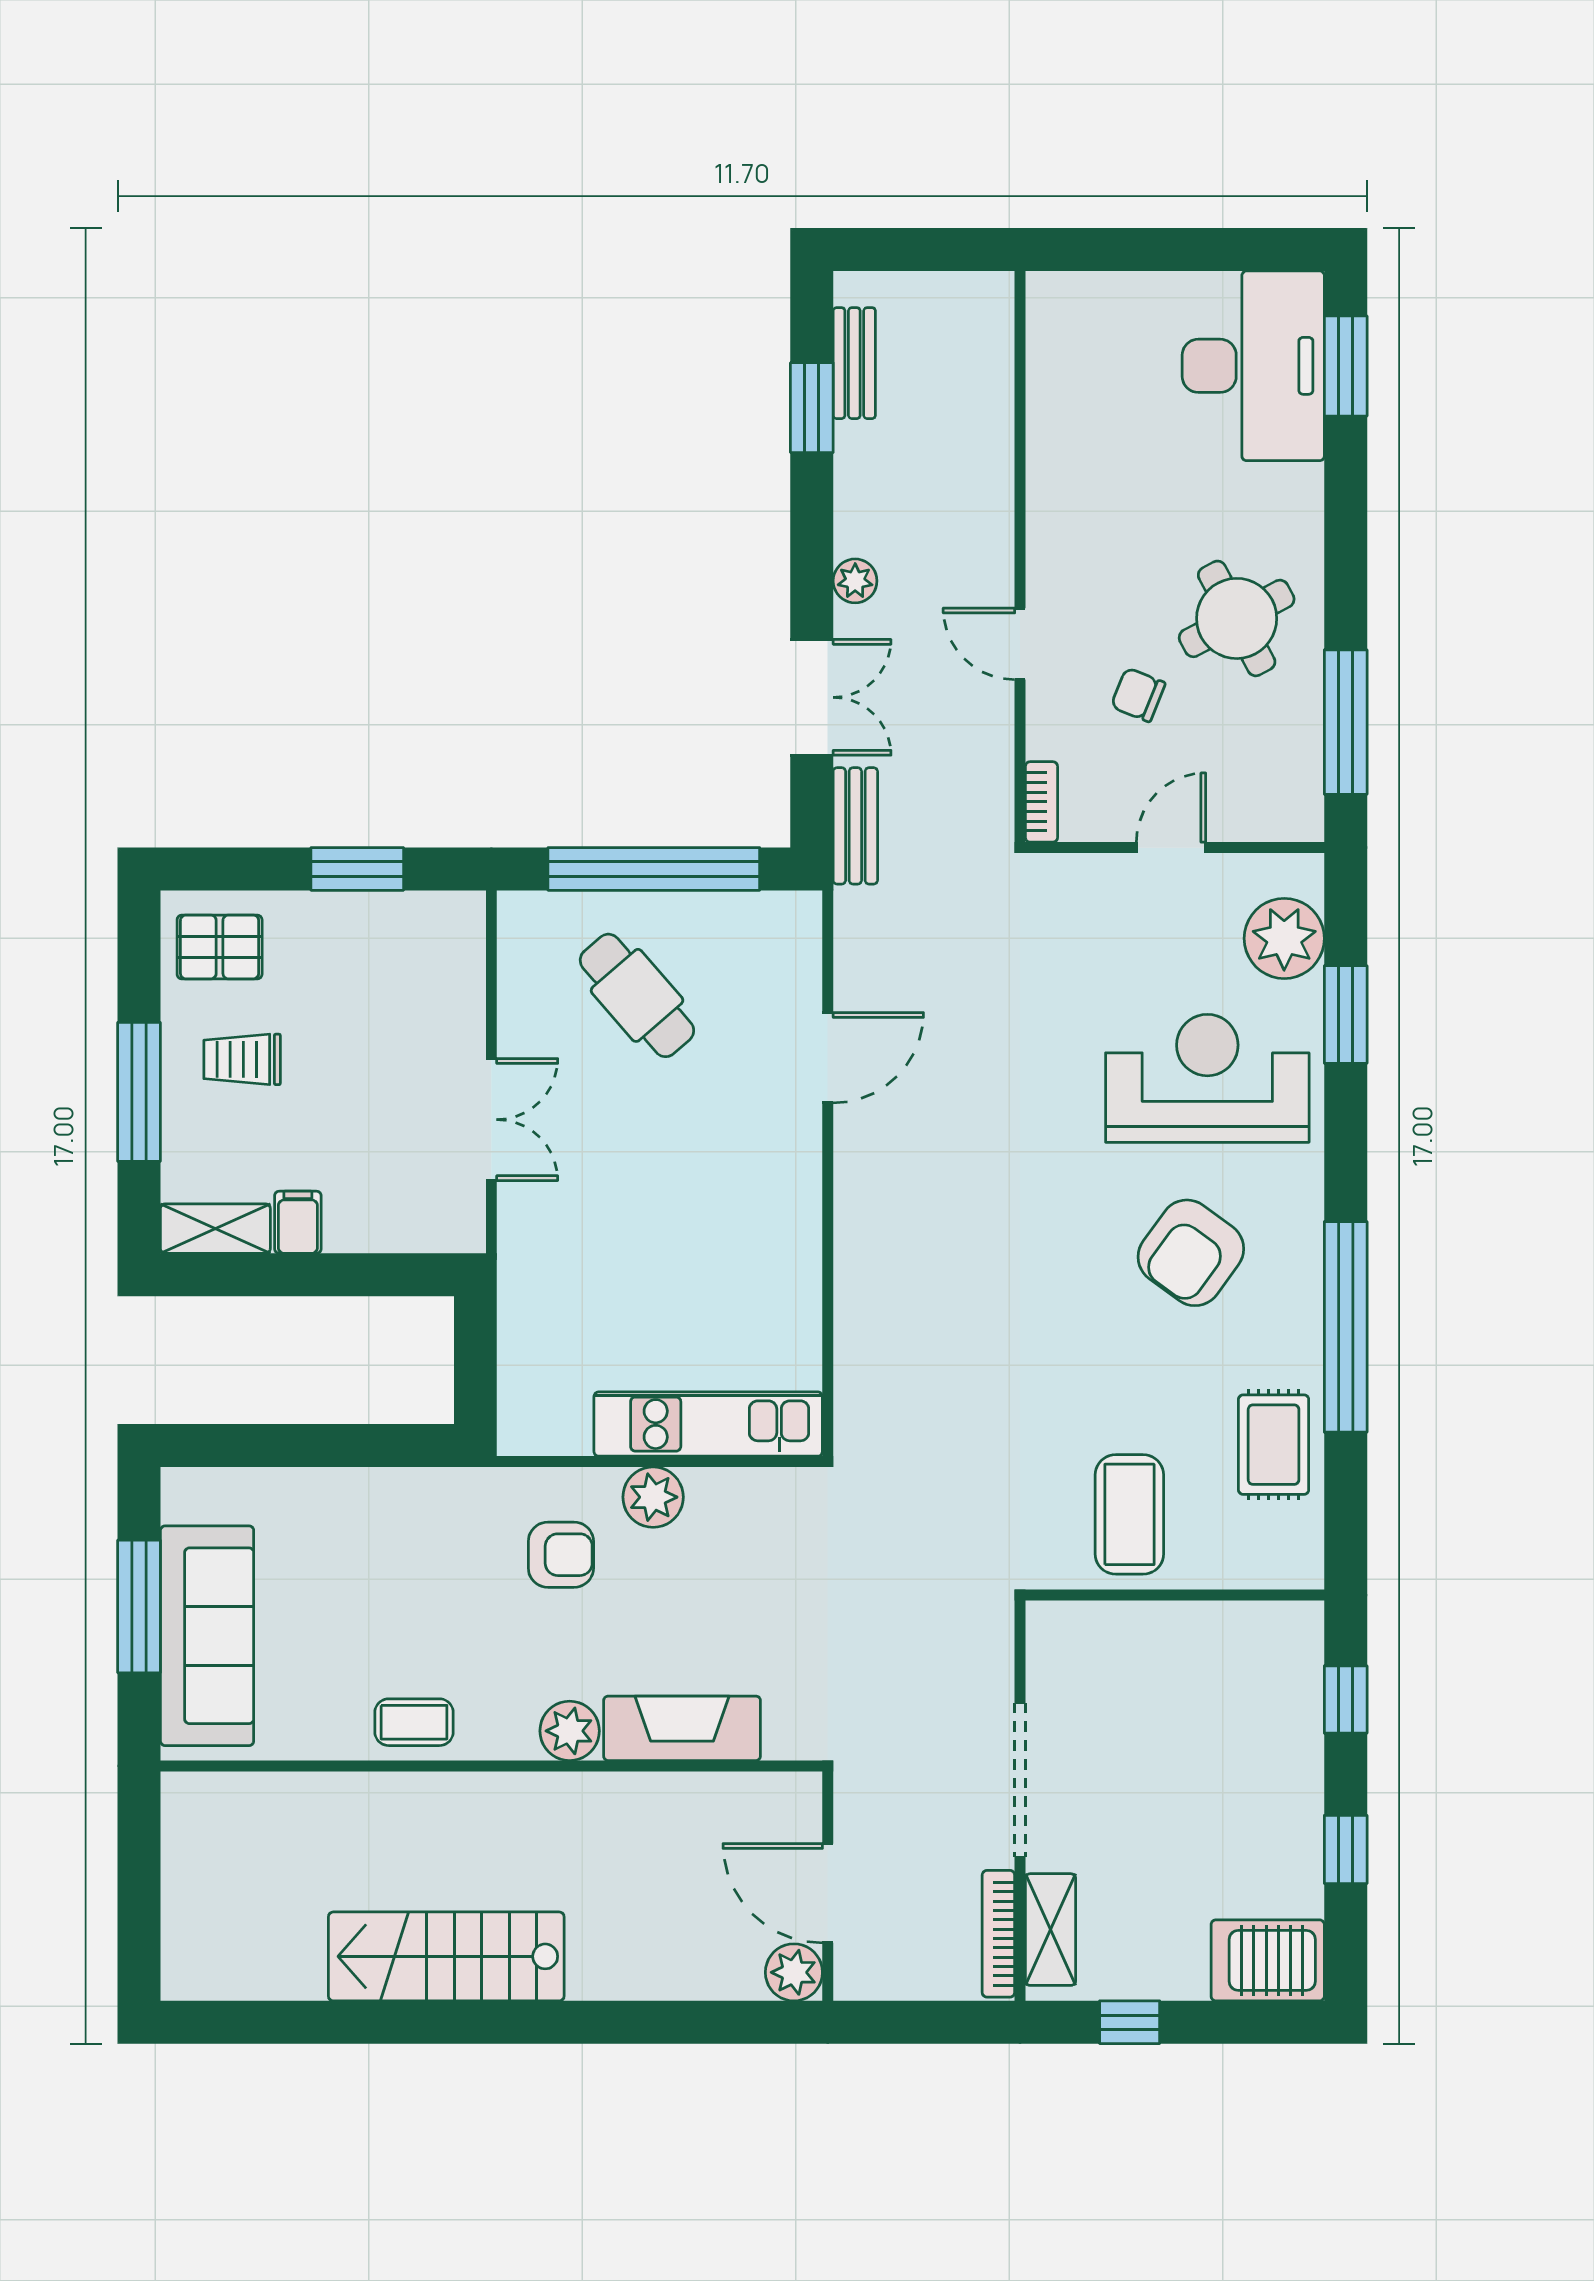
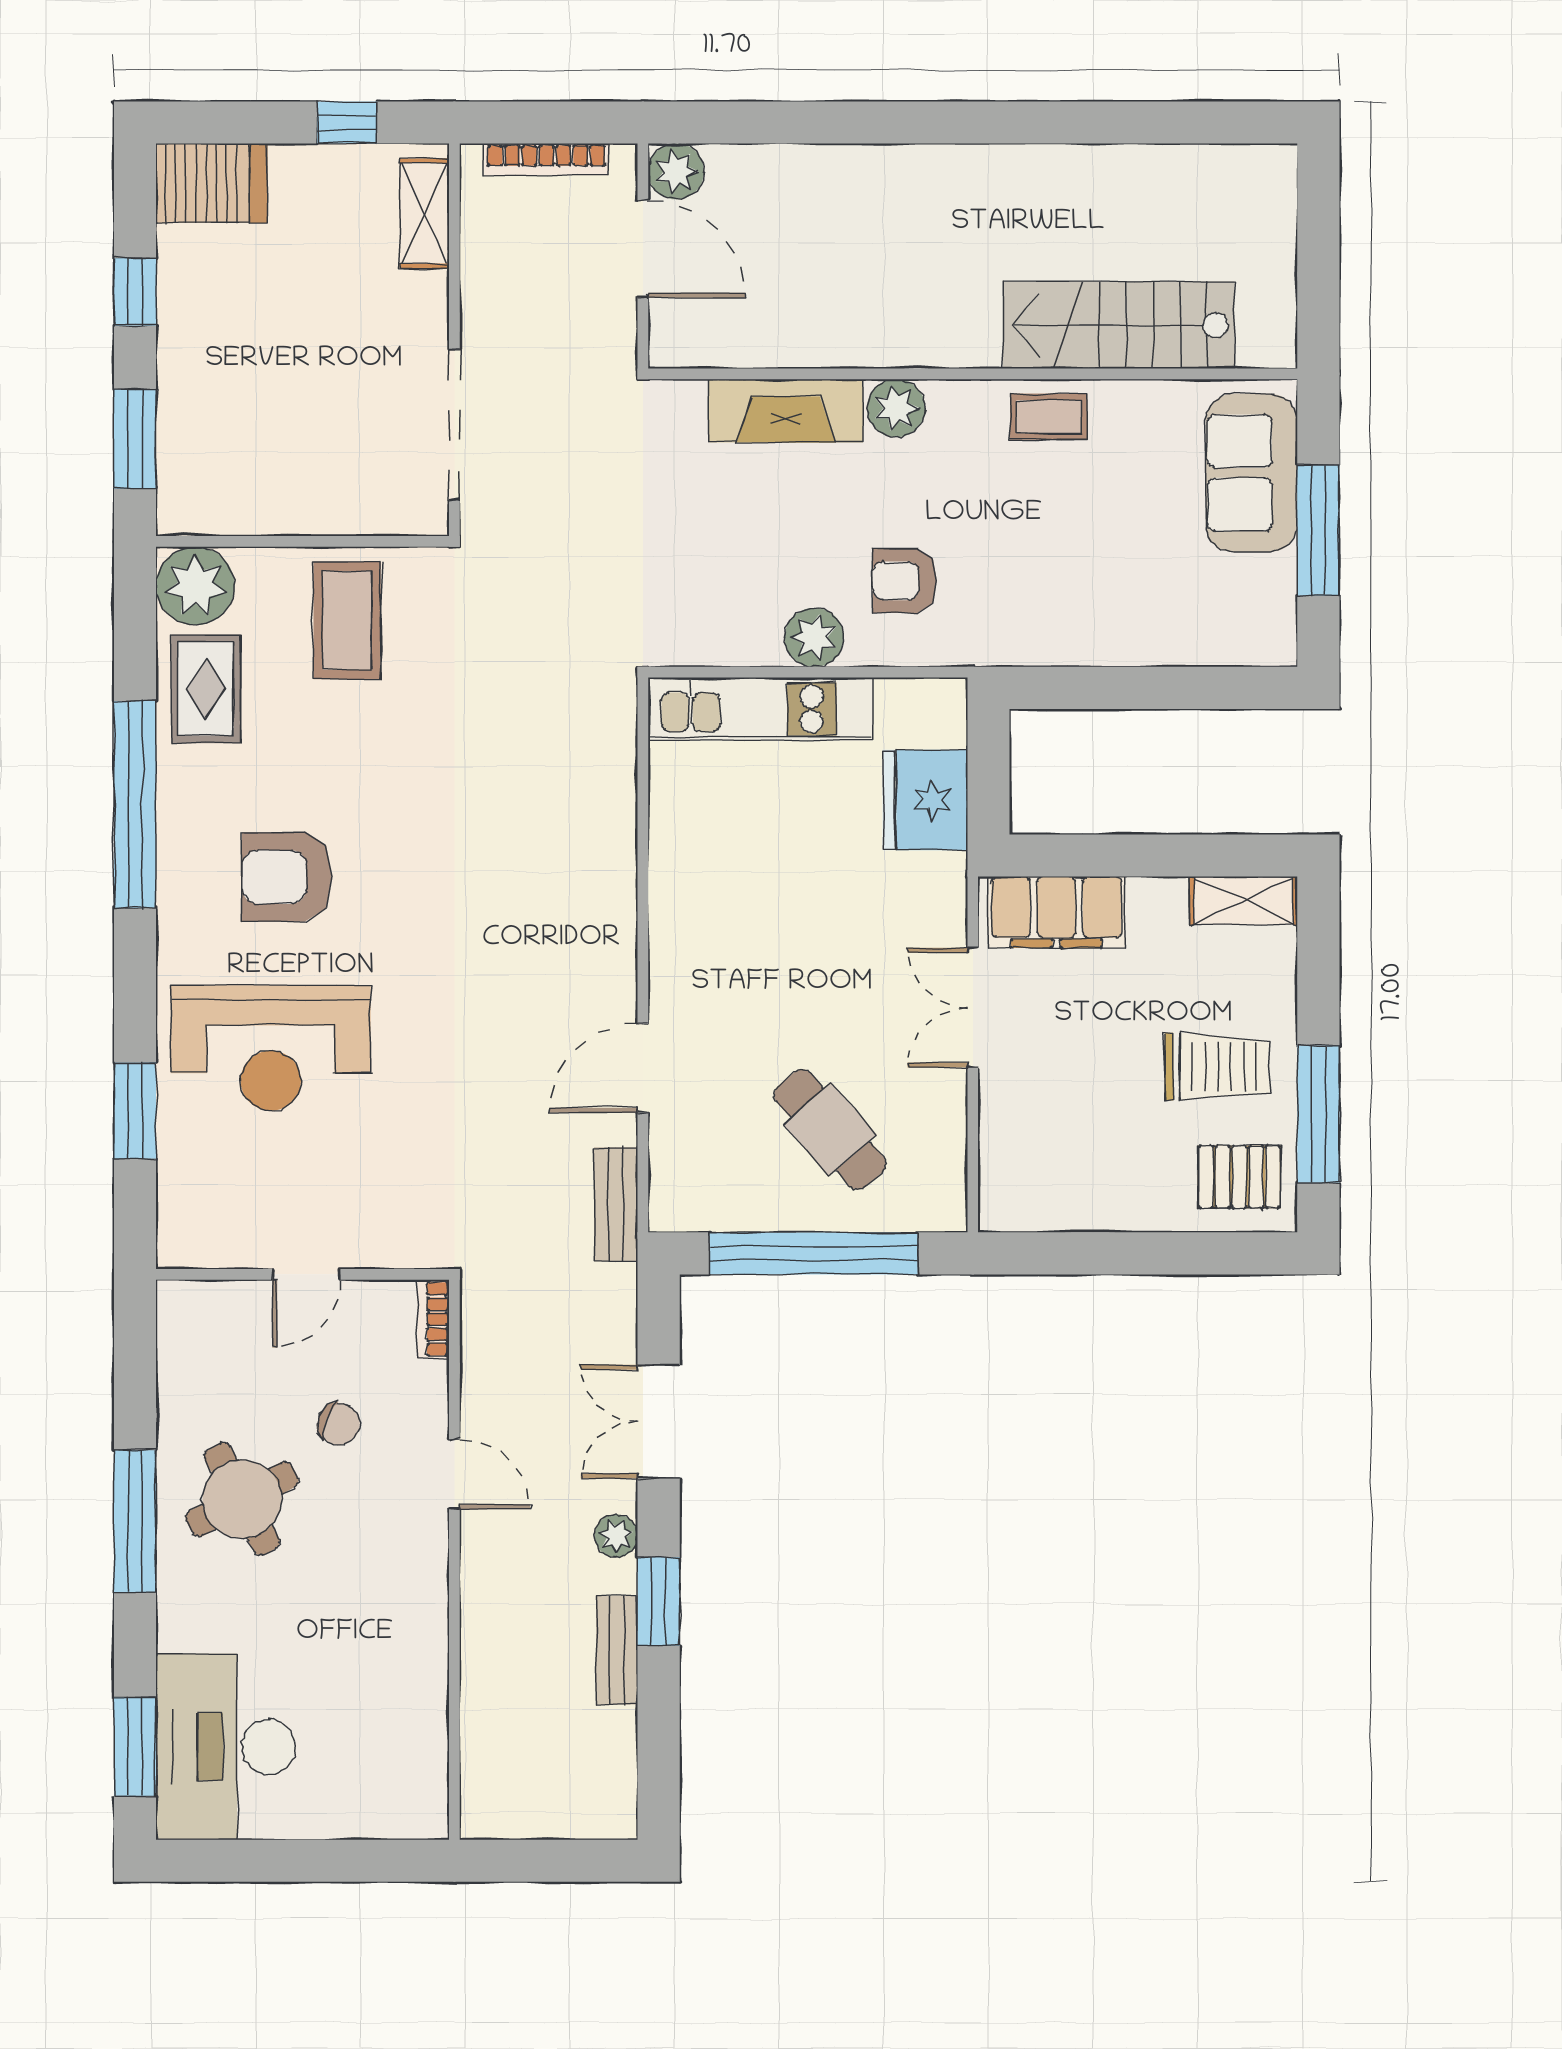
bench: (854, 363) -> (617, 1650), moved
window: (812, 408) -> (659, 1601), moved
window: (1346, 722) -> (135, 1521), moved
bench: (855, 826) -> (616, 1204), moved
window: (357, 869) -> (1104, 1253), removed
plant: (1284, 938) -> (195, 586), moved
trolley: (242, 1059) -> (1217, 1067), width x1.36, depth x1.39
window: (139, 1092) -> (1318, 1114), moved
filing cabinet: (298, 1222) -> (1056, 912), moved, width x3.00, depth x1.17
armchair: (1191, 1253) -> (287, 877), turned -126
fridge: (540, 1331) -> (925, 800), added
sofa: (207, 1636) -> (1252, 473), width x0.73
window: (1346, 1700) -> (135, 439), width x1.50
doorway: (1020, 1780) -> (454, 425), moved
bookcase: (998, 1934) -> (546, 159), moved, turned 90
stairs: (446, 1956) -> (1119, 325), moved, turned 180

